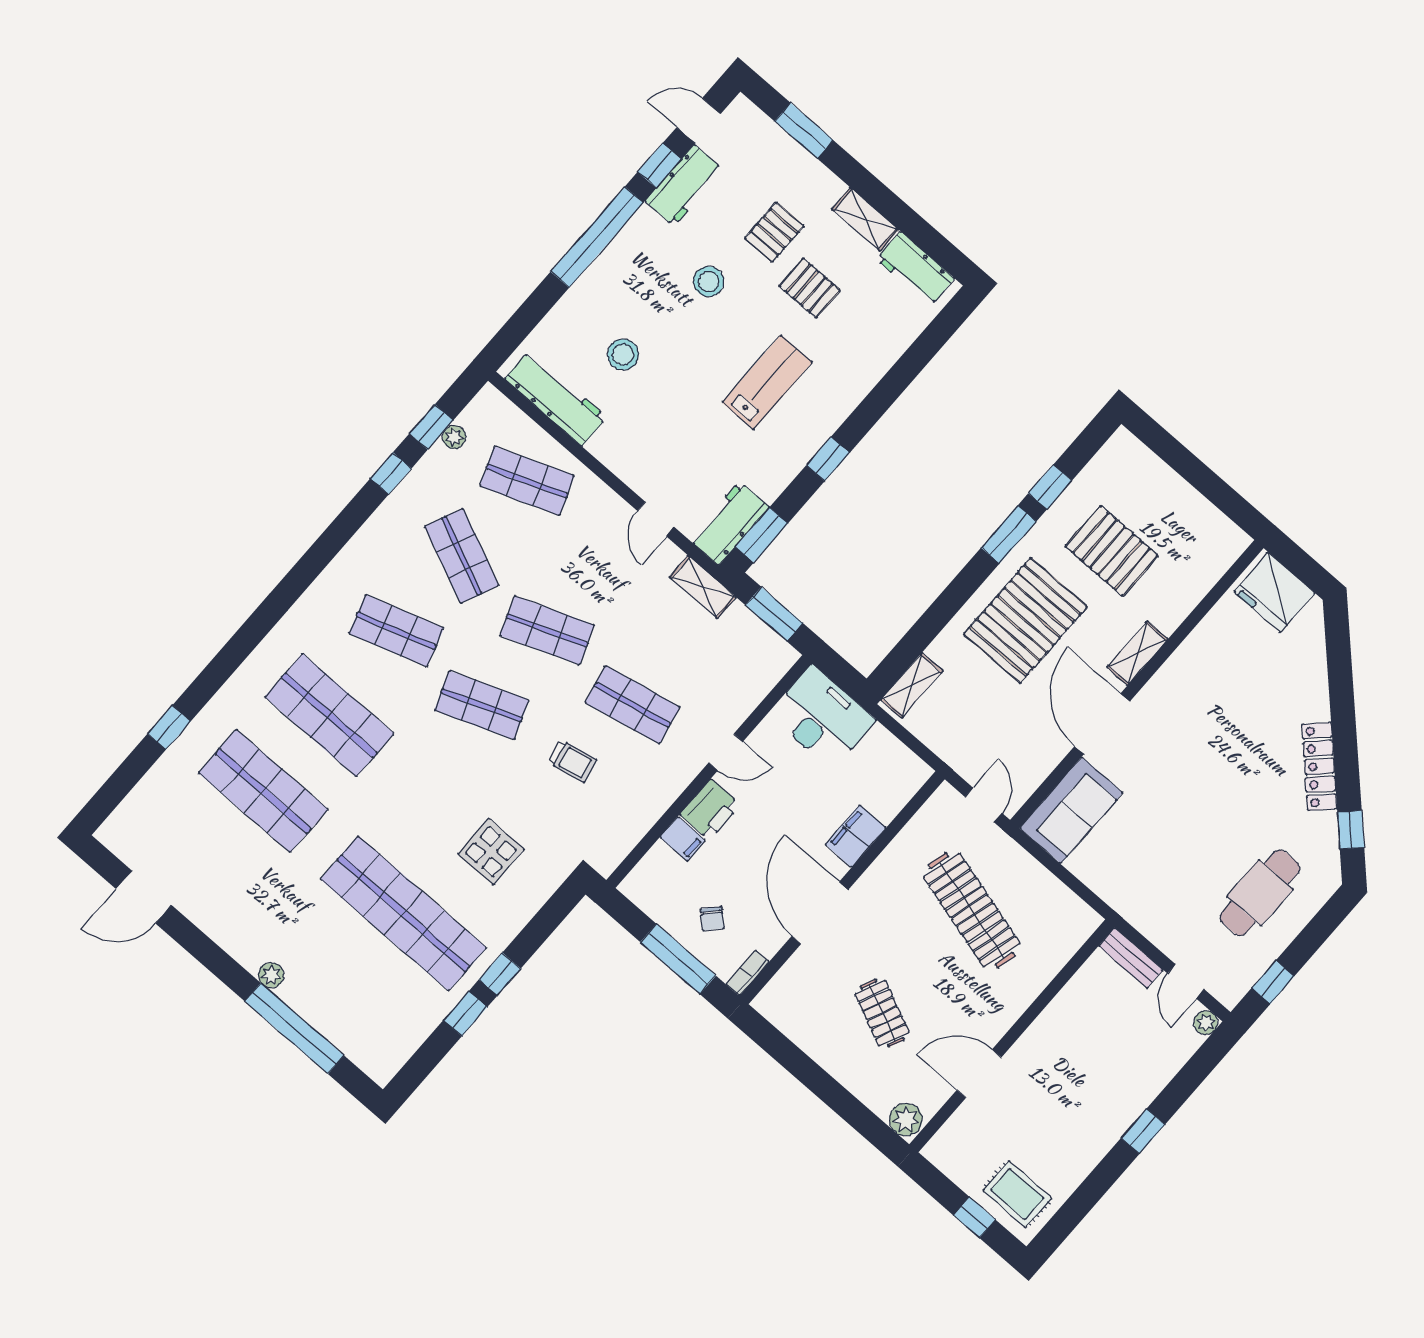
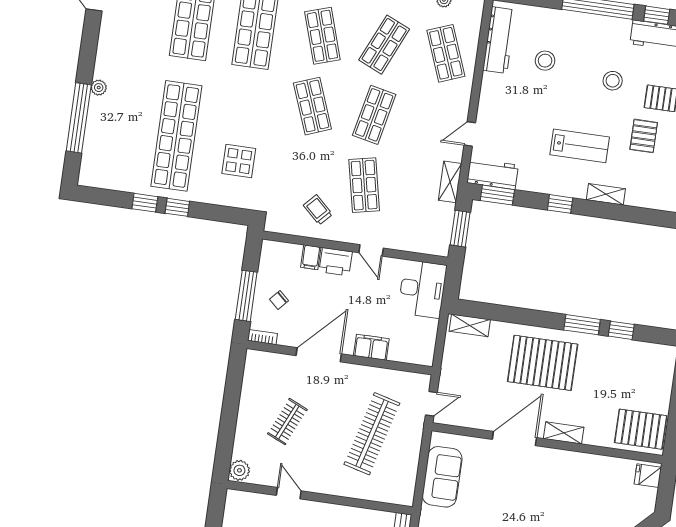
shelving: (855, 389) -> (606, 194), added
pallet: (1112, 551) -> (641, 429), moved, turned 90
fridge: (1274, 592) -> (648, 476), width x0.53, depth x0.75
shop shelf: (547, 630) -> (374, 115), turned 33
trolley: (573, 761) -> (318, 210), moved, turned 145
sofa: (1071, 810) -> (442, 477), moved, turned -90
door: (979, 1074) -> (289, 493), width x0.73

